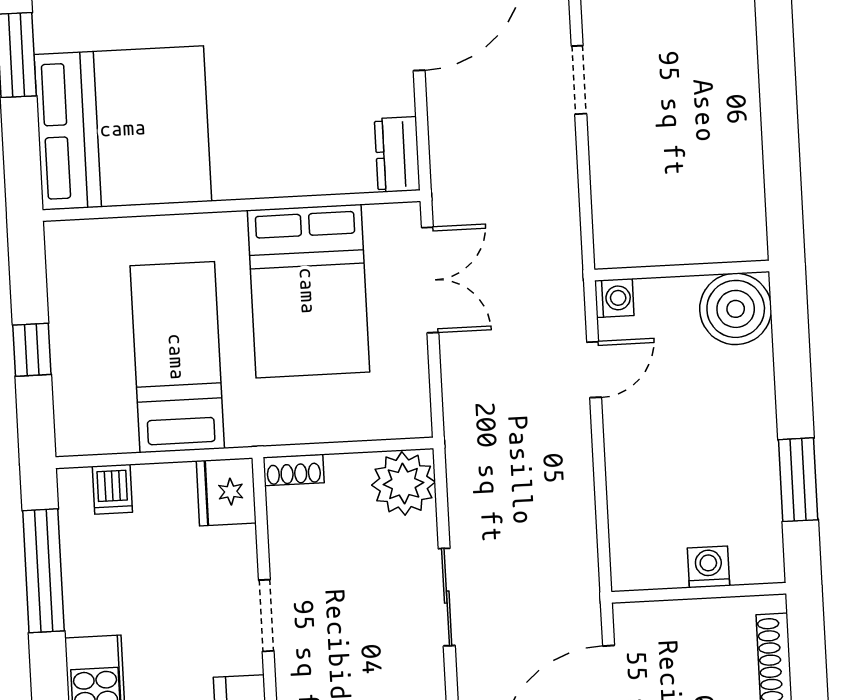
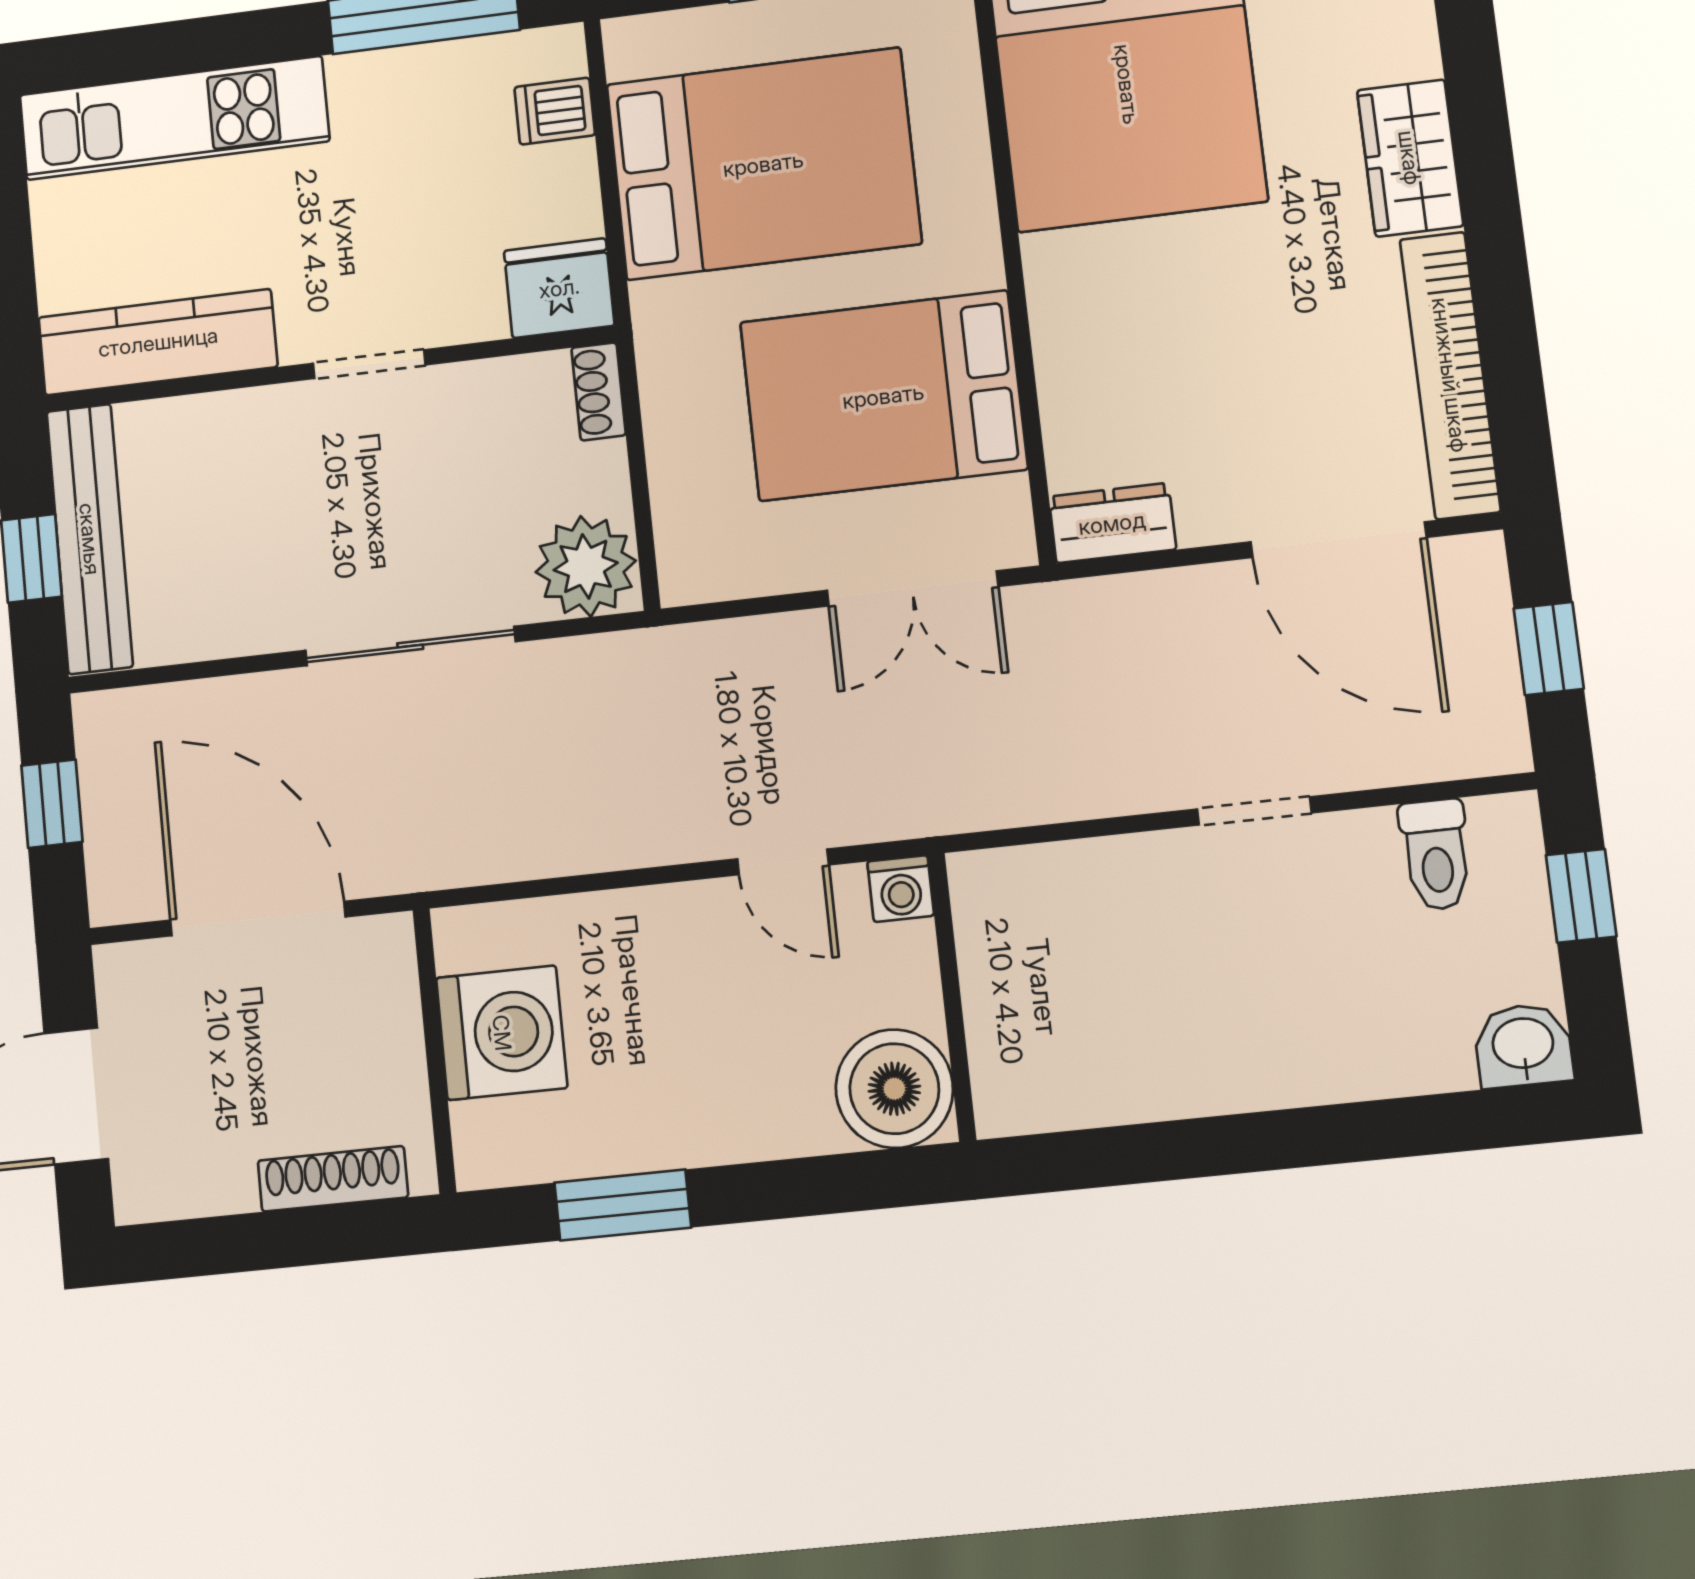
bed: (177, 357) -> (763, 164), width x1.50
washing machine: (709, 567) -> (502, 1033), width x1.89, depth x1.89
sliding door: (447, 597) -> (410, 646), width x1.37

